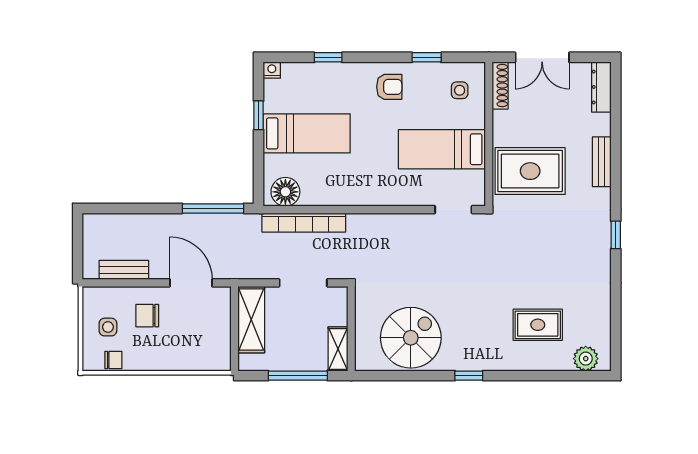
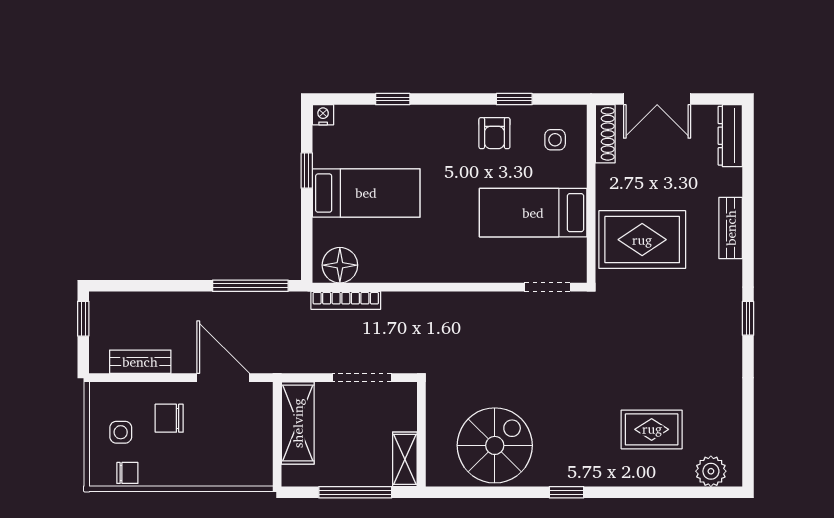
armchair: (389, 87) -> (494, 133), moved, turned 90
bookcase: (304, 223) -> (346, 300), width x0.68, depth x0.76
window: (78, 235) -> (83, 319), added

